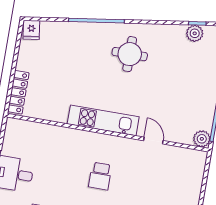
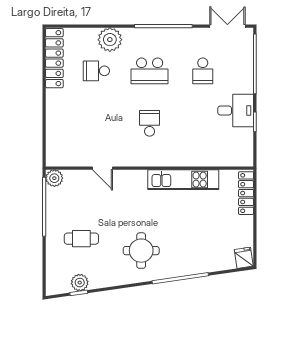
cafe table: (186, 76) -> (81, 239), added
kitchen unit: (103, 120) -> (183, 180), moved

